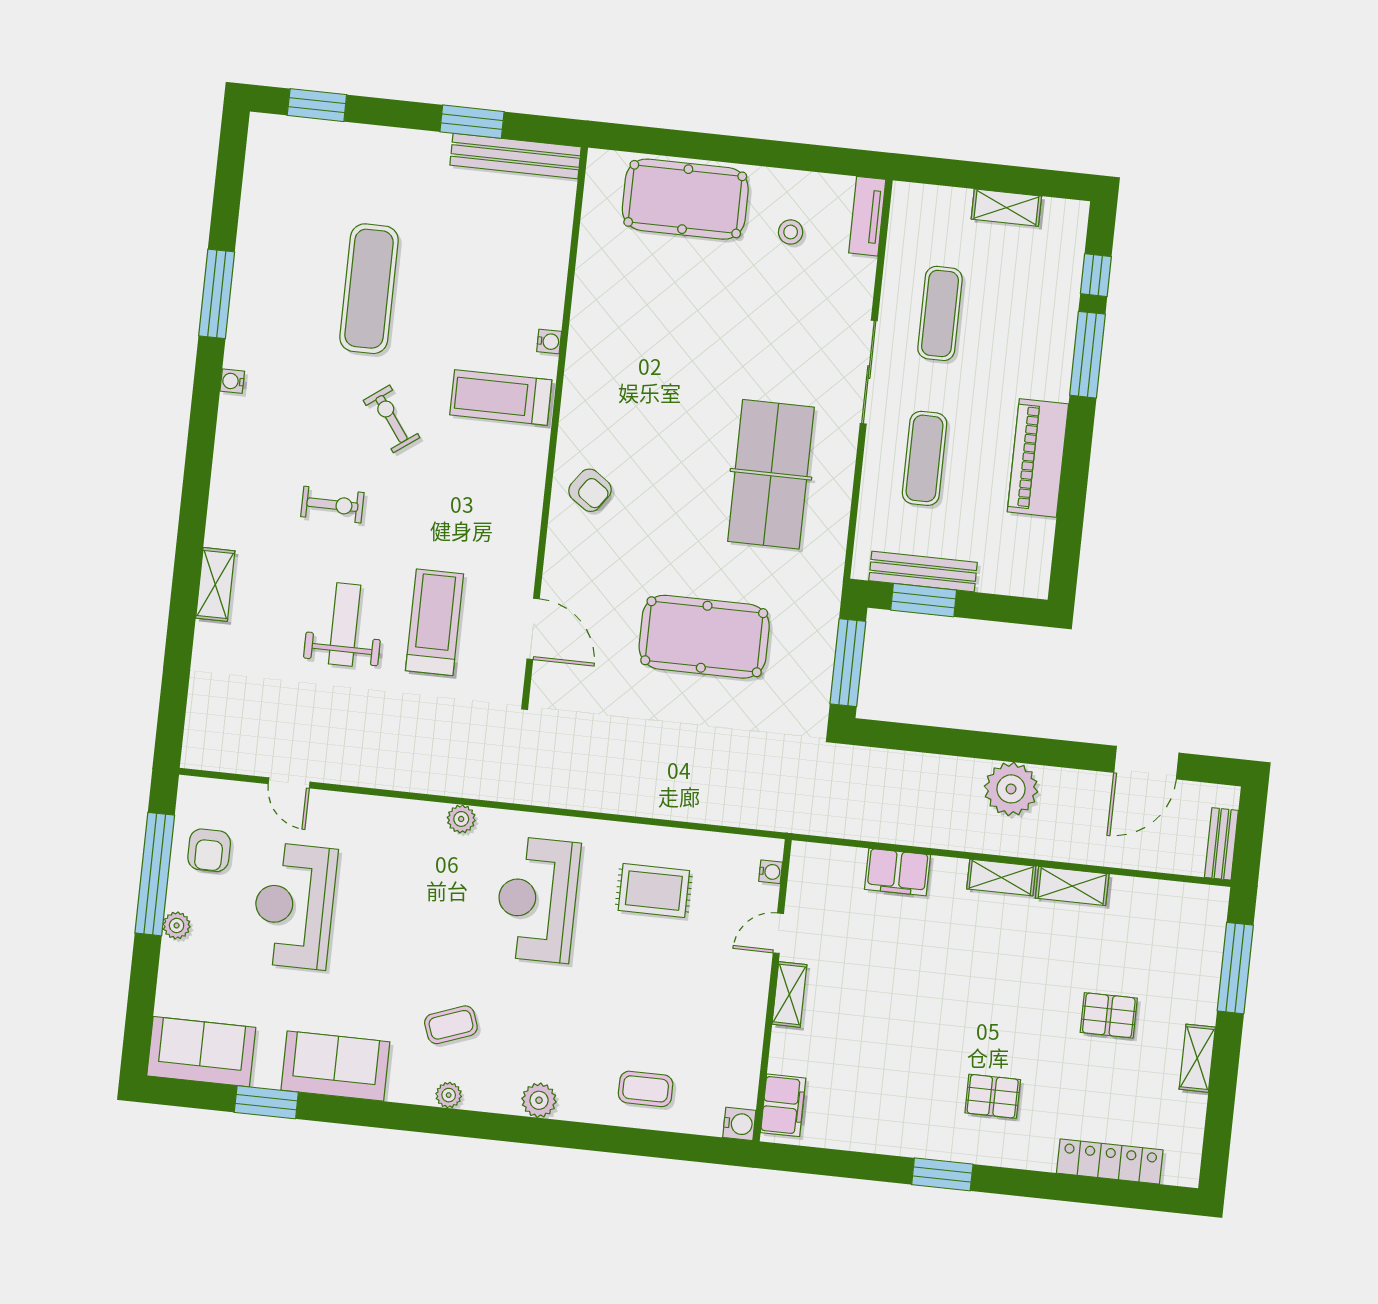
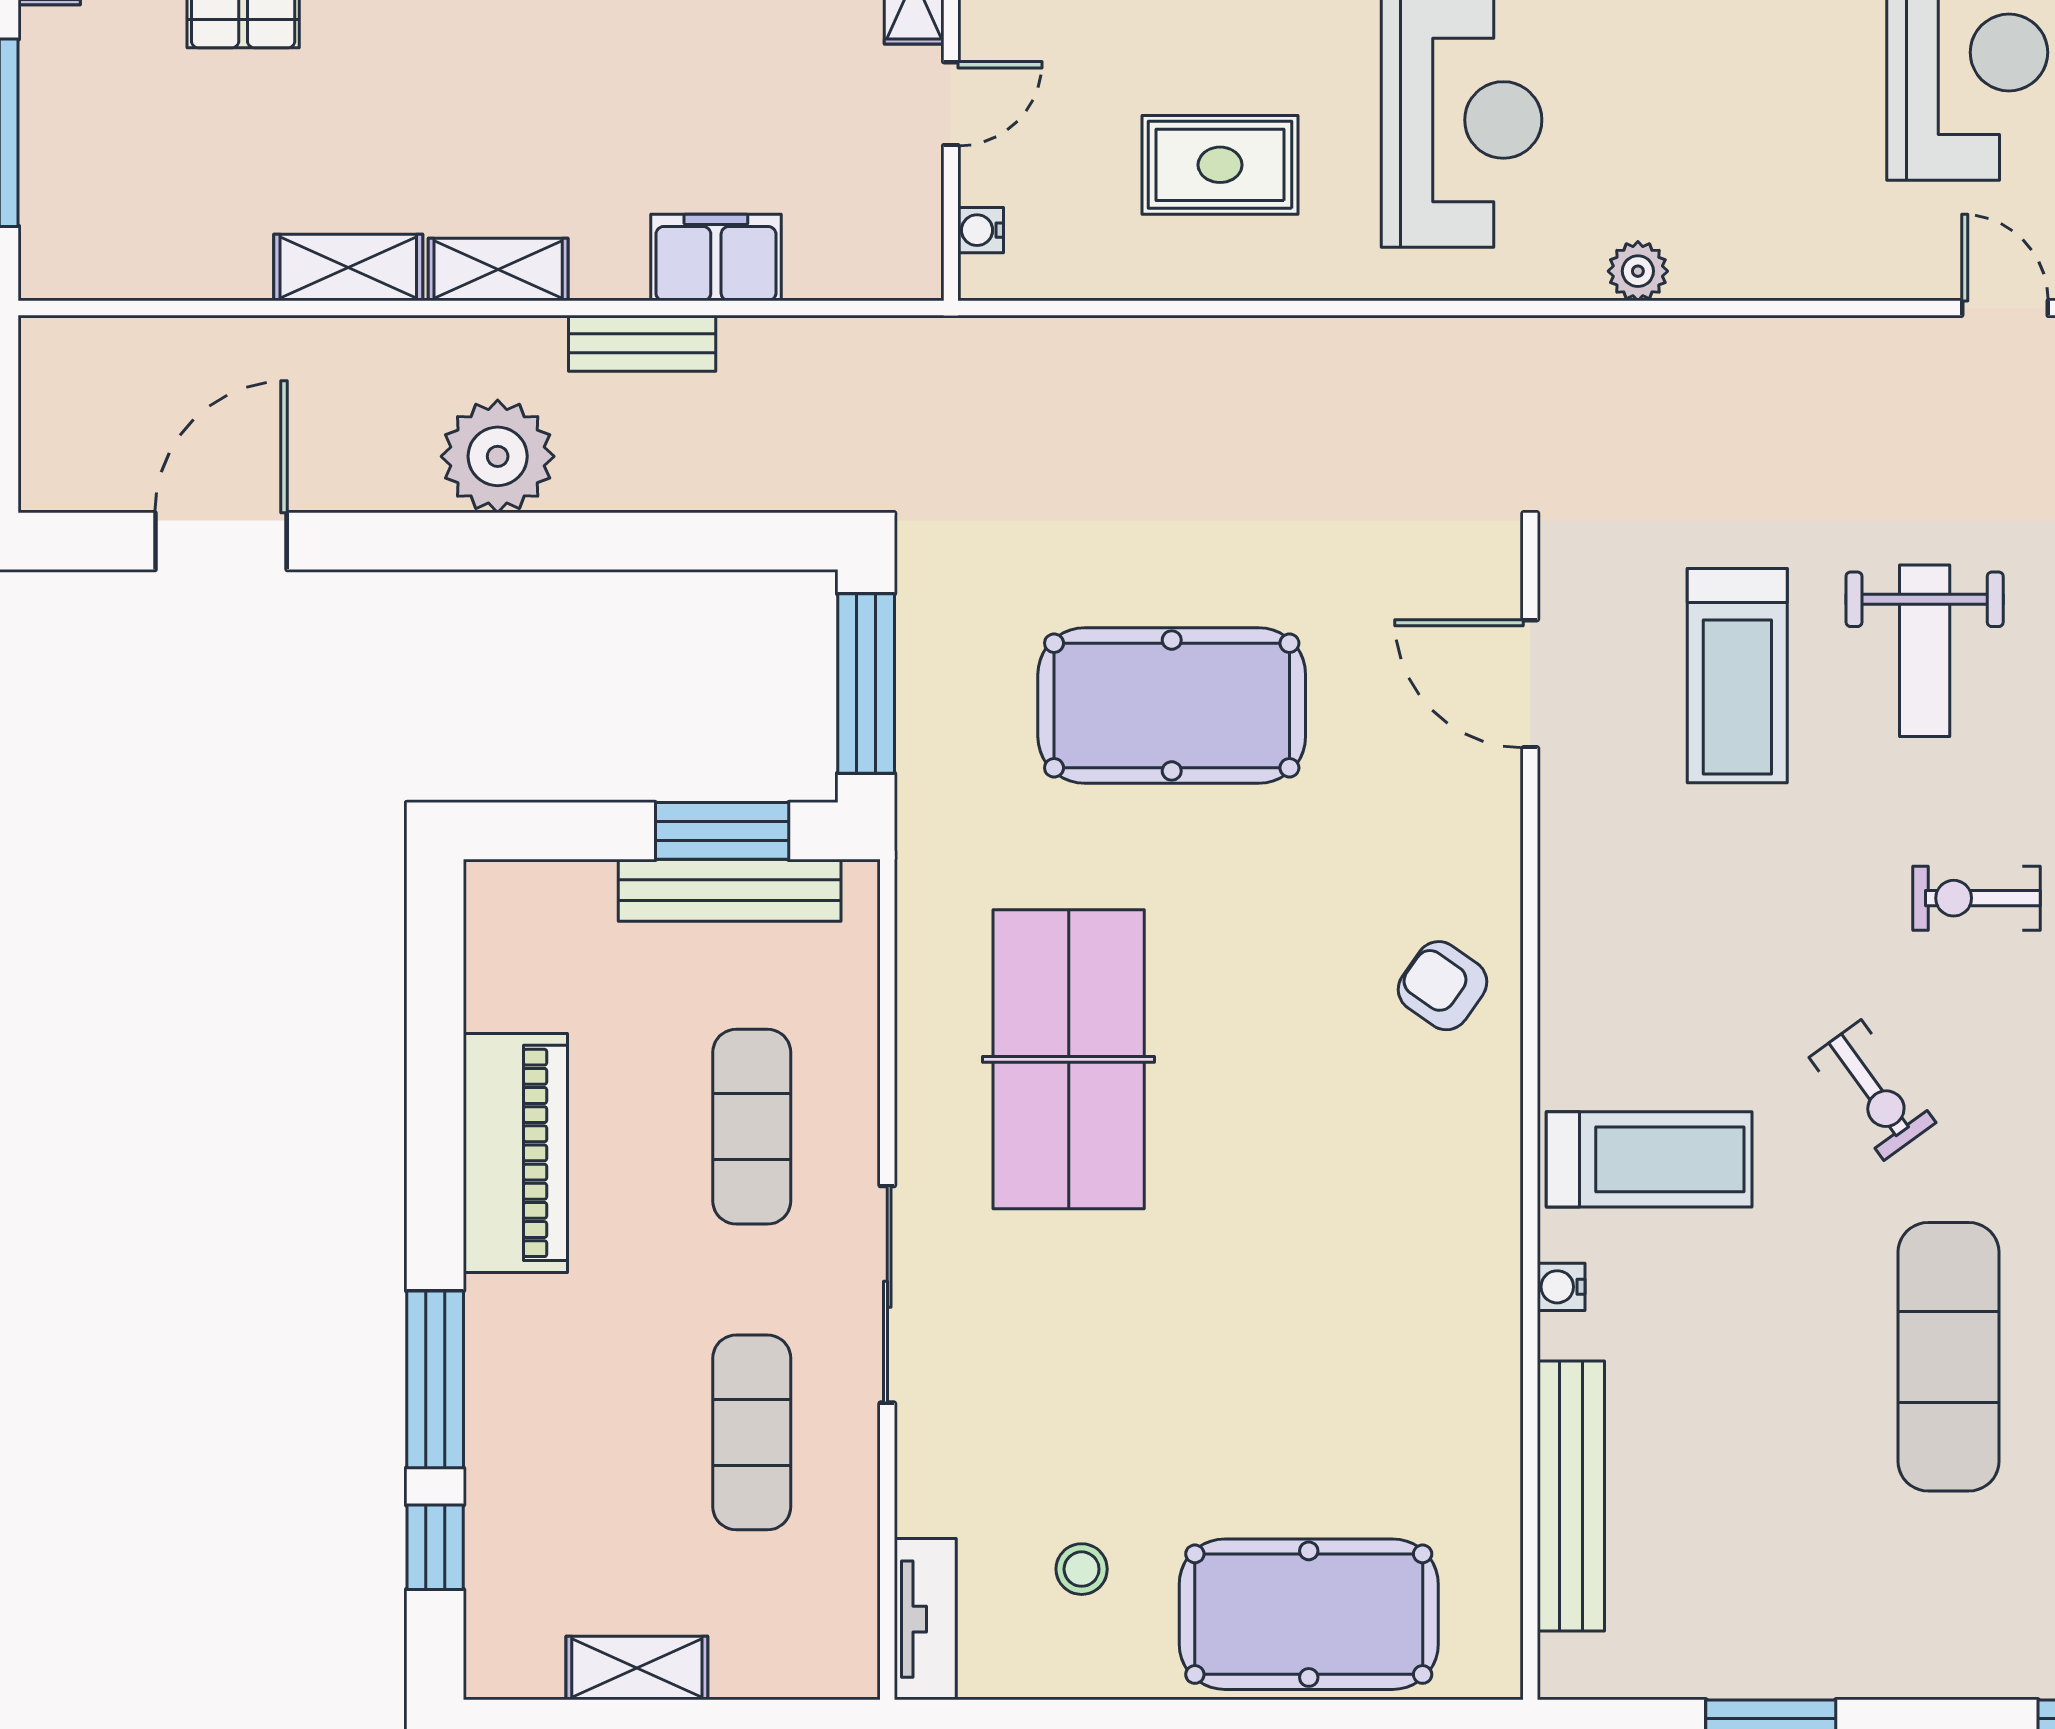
bench: (516, 156) -> (1571, 1496), moved, turned 90
bench: (1221, 844) -> (642, 343), moved, turned 90

